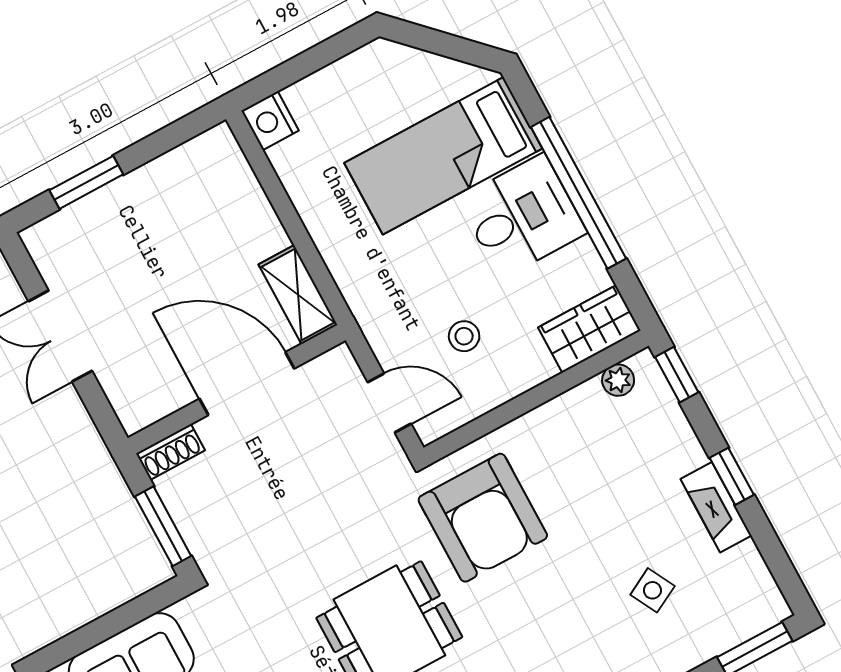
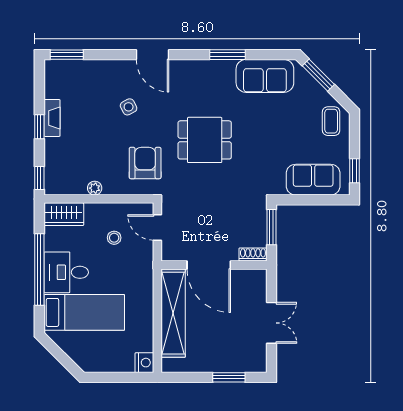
shelving: (298, 295) -> (173, 313), width x2.20, depth x1.33
plant: (618, 380) -> (95, 188), moved
armchair: (483, 518) -> (145, 163), width x0.73, depth x0.73
side table: (652, 590) -> (129, 107), moved

